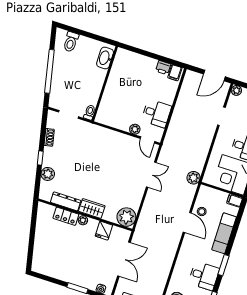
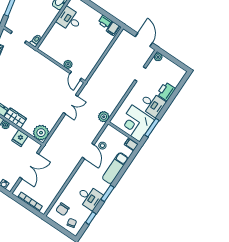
door: (214, 75) -> (144, 40), swing flipped
desk: (157, 113) -> (69, 19), moved, turned 180

